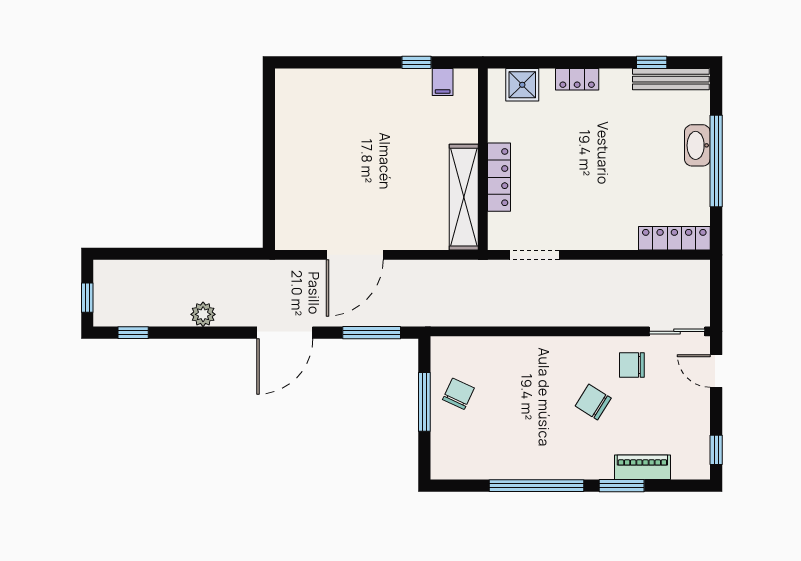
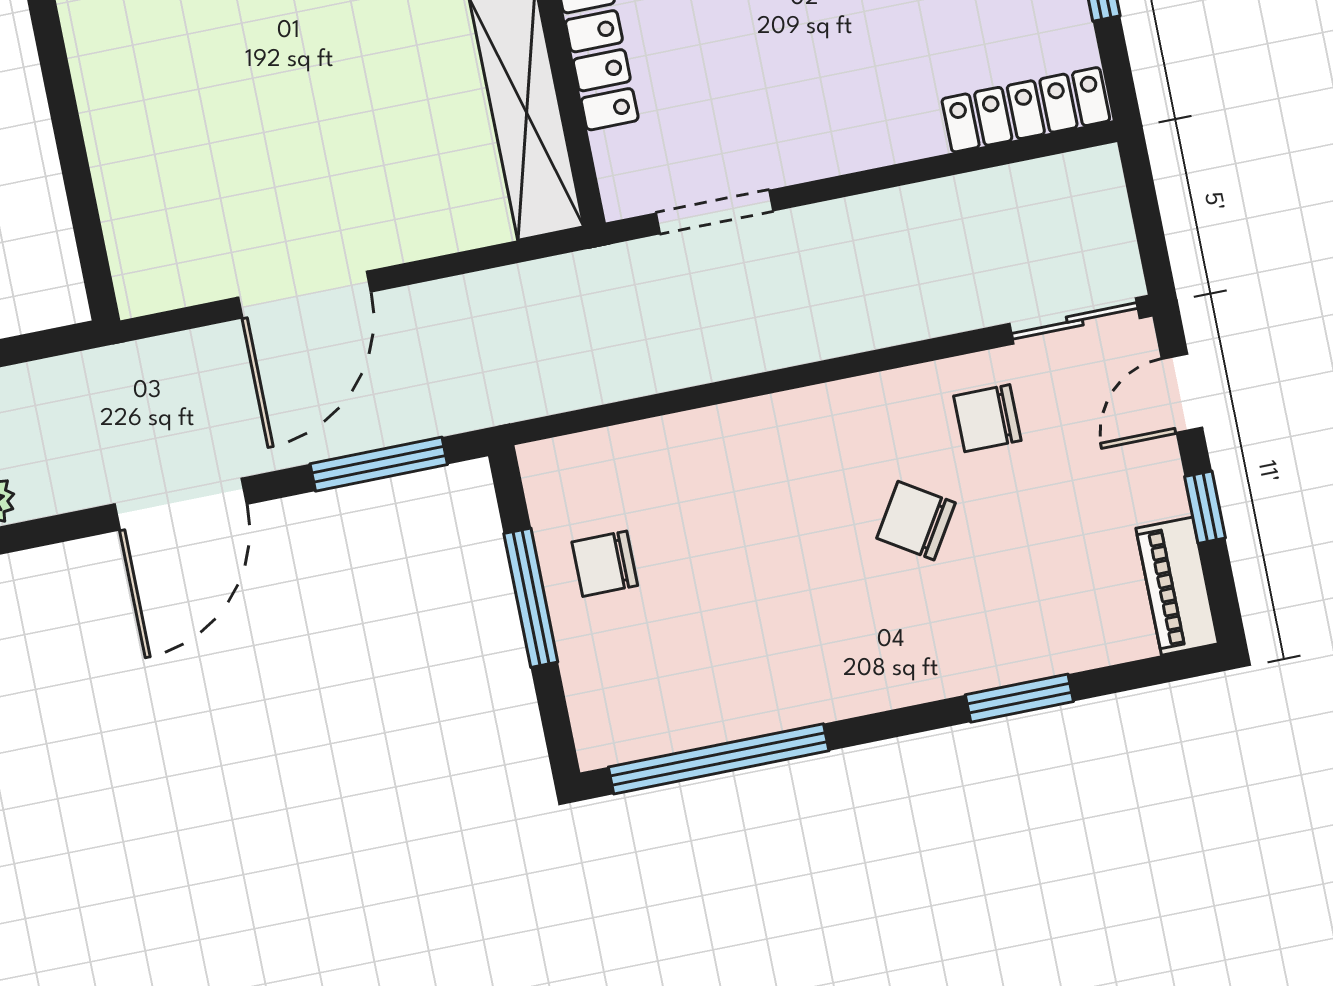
door: (716, 371) -> (1182, 393), hinge flipped
chair: (458, 394) -> (605, 564), turned -115
window: (716, 450) -> (1205, 507), moved
piano: (642, 467) -> (1177, 586), moved, turned -90
window: (537, 486) -> (719, 759), moved

